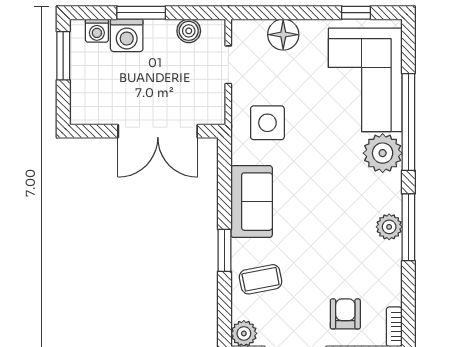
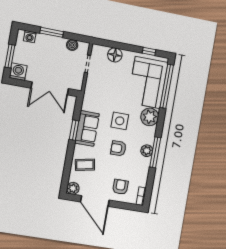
washing machine: (127, 35) -> (18, 72), moved, turned 180
window: (63, 56) -> (10, 56), moved
window: (408, 122) -> (167, 86), moved
side table: (267, 123) -> (120, 121), moved
armchair: (326, 232) -> (118, 148), added
window: (224, 250) -> (74, 130), moved

